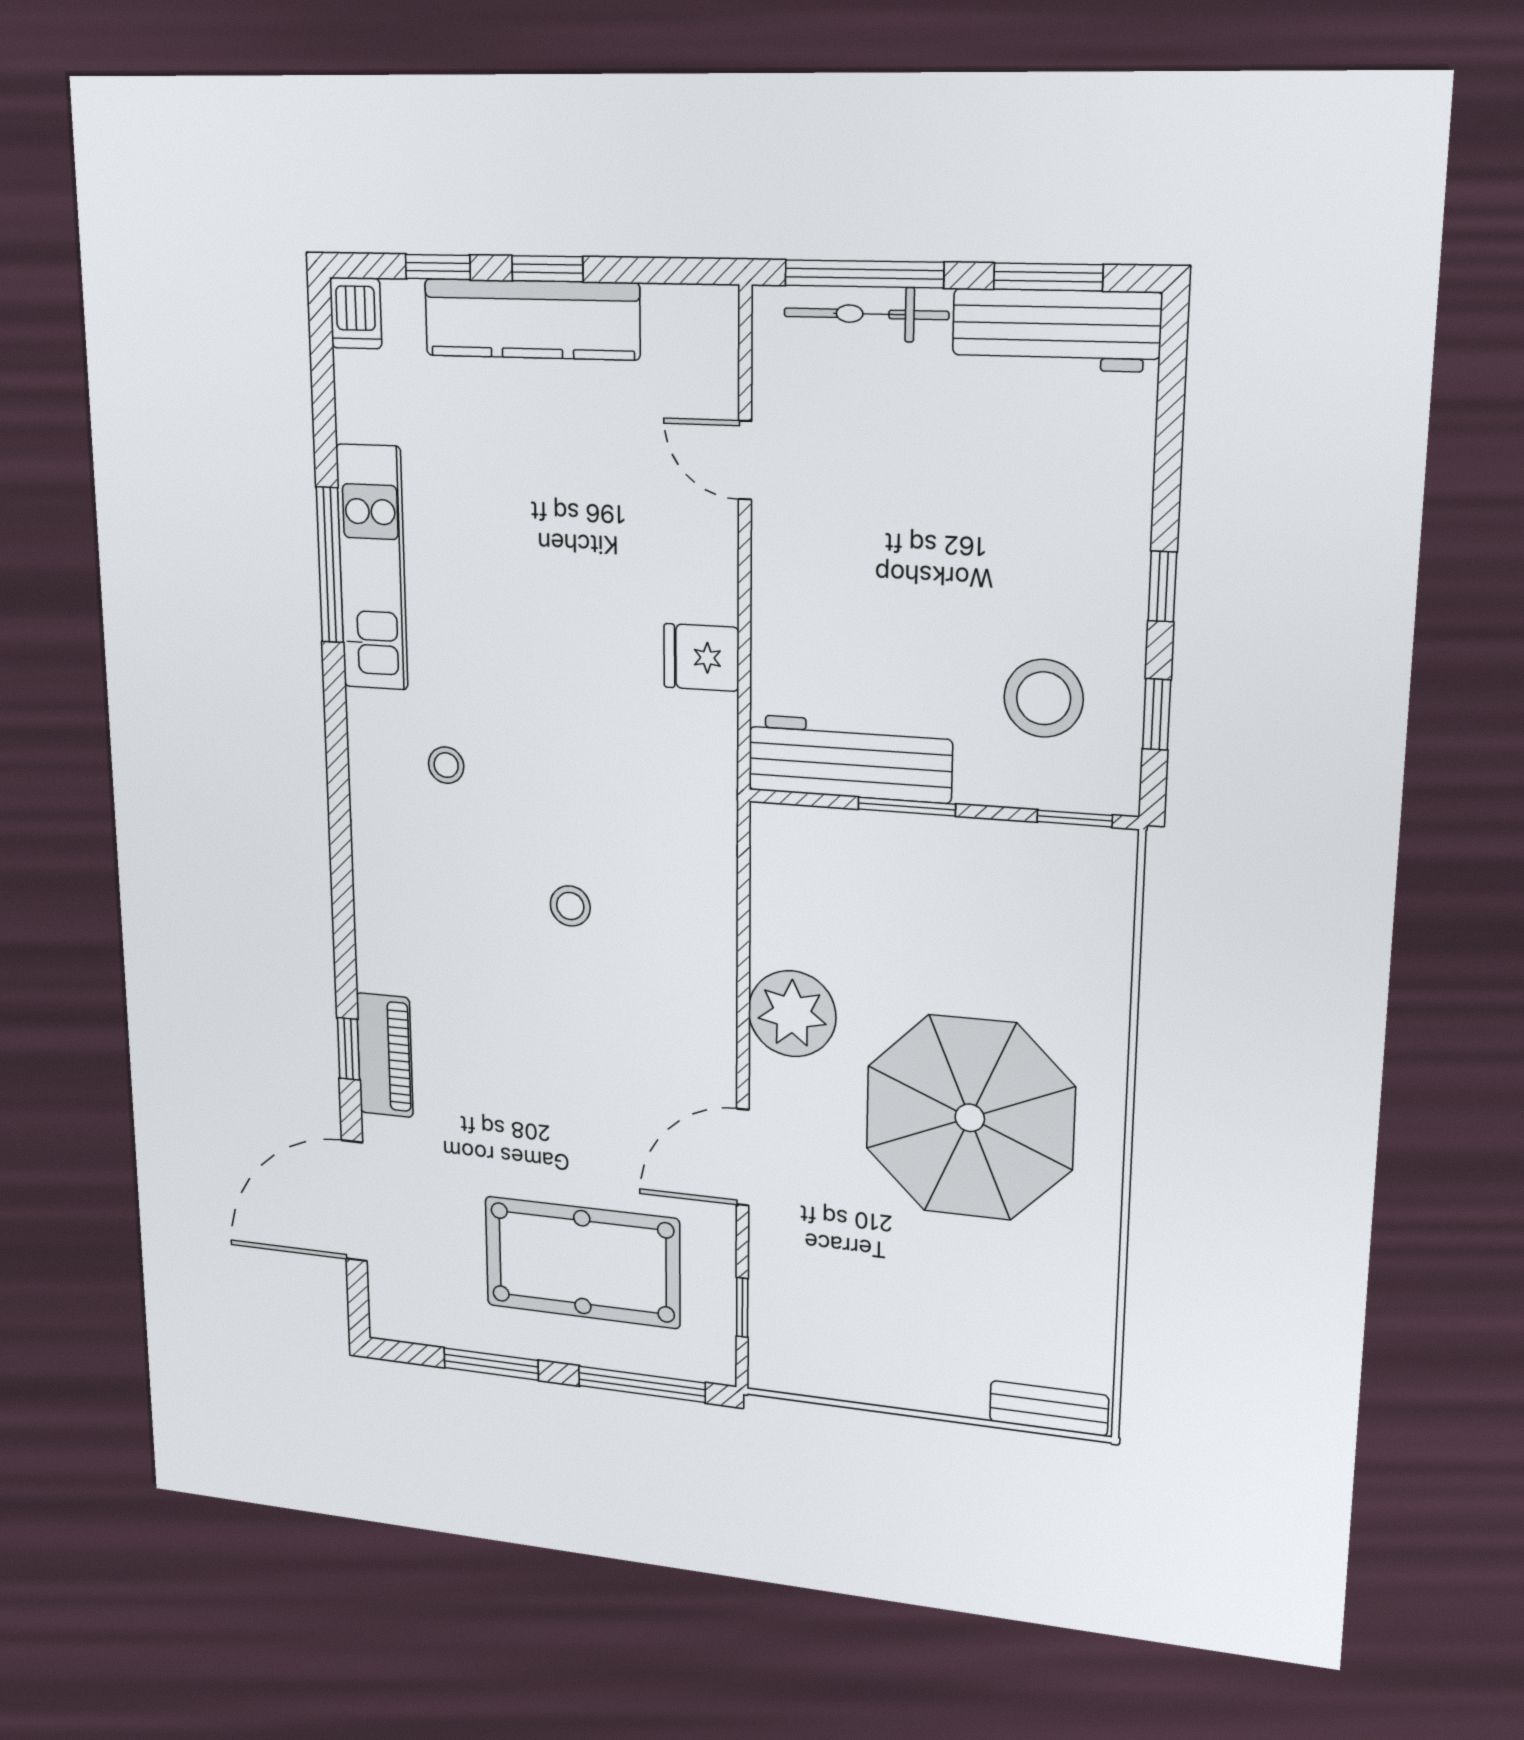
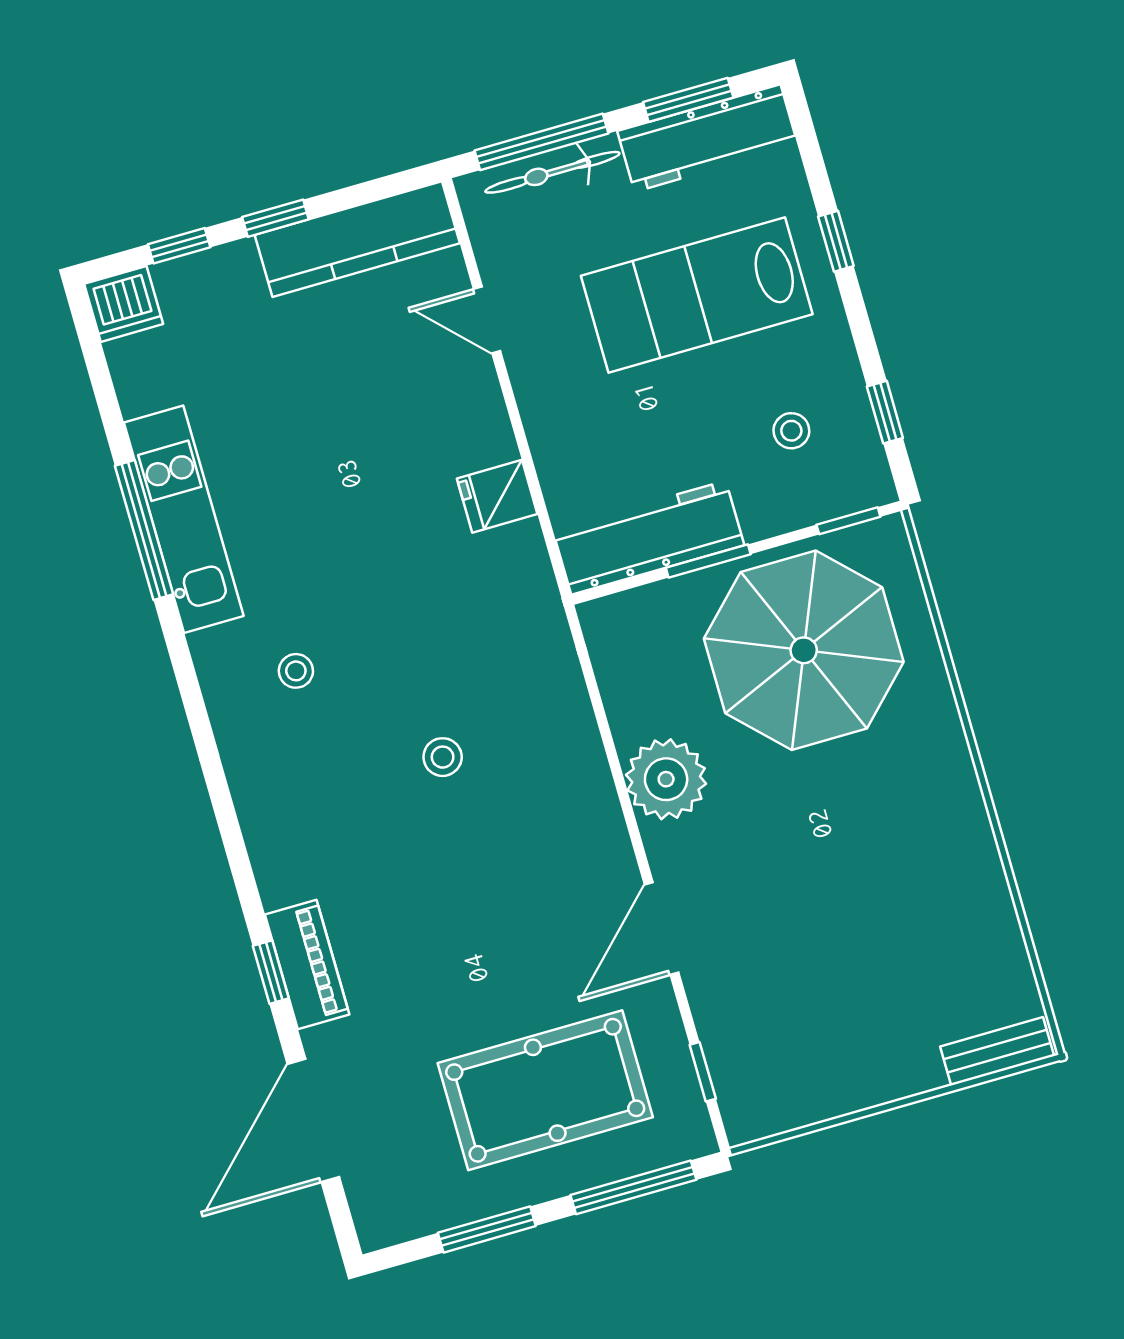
dishwasher: (356, 313) -> (124, 304), width x1.38
kitchen counter: (532, 319) -> (357, 239), moved
lab bench: (986, 510) -> (697, 295), added
window: (1162, 587) -> (836, 241), moved
stool: (1044, 698) -> (791, 431), width x0.53, depth x0.53
parasol: (970, 1118) -> (804, 650), moved

